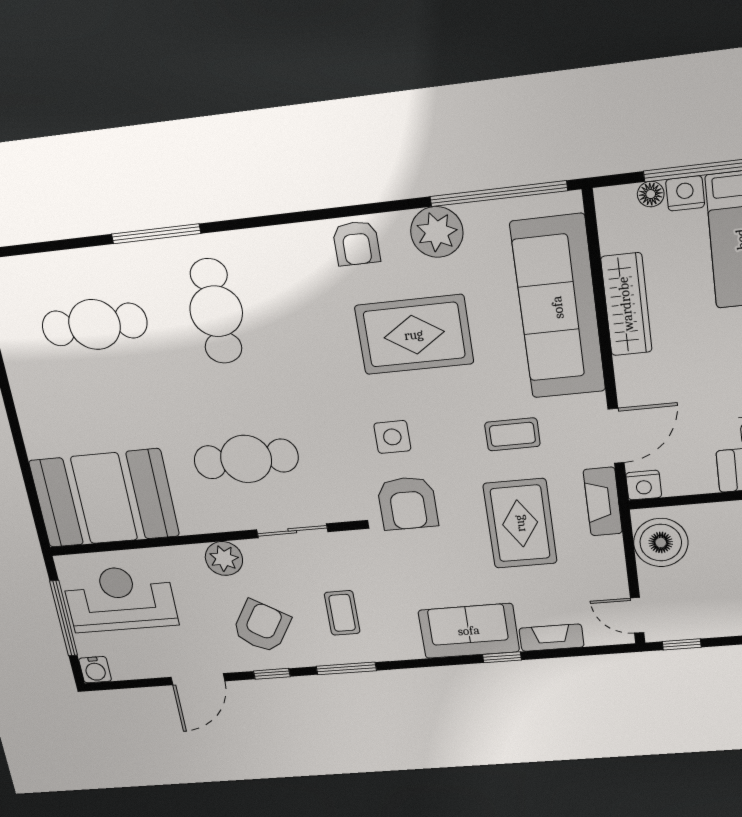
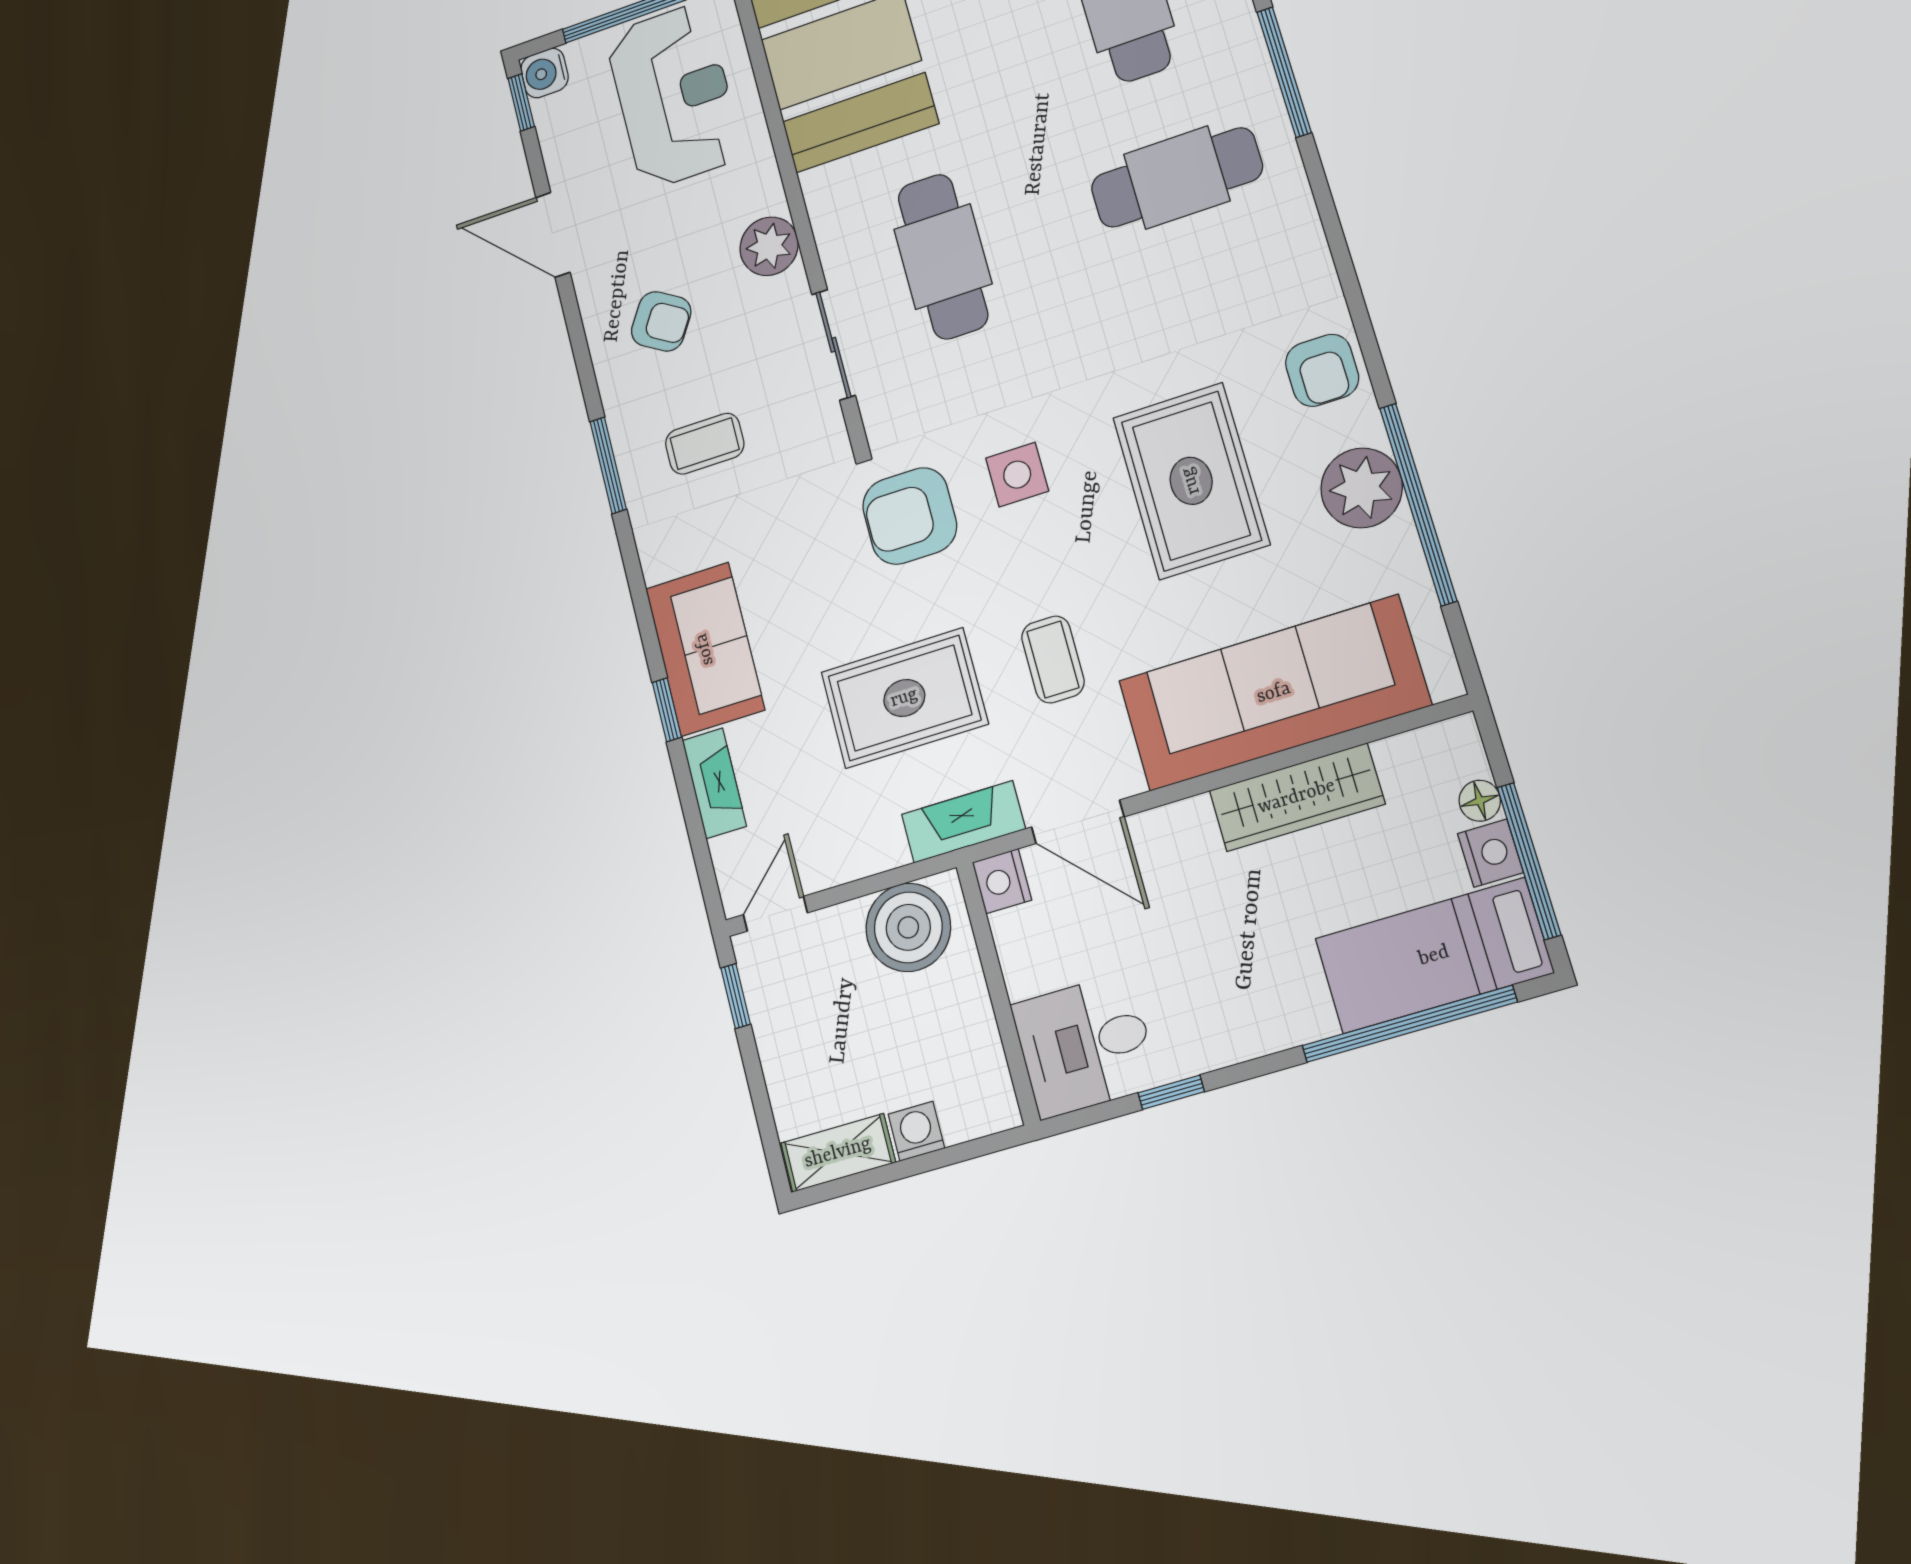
window: (498, 194) -> (1418, 504), moved
armchair: (356, 243) -> (1322, 370), turned -90
armchair: (262, 626) -> (661, 321), width x0.72, depth x0.72
window: (272, 674) -> (521, 102), moved

